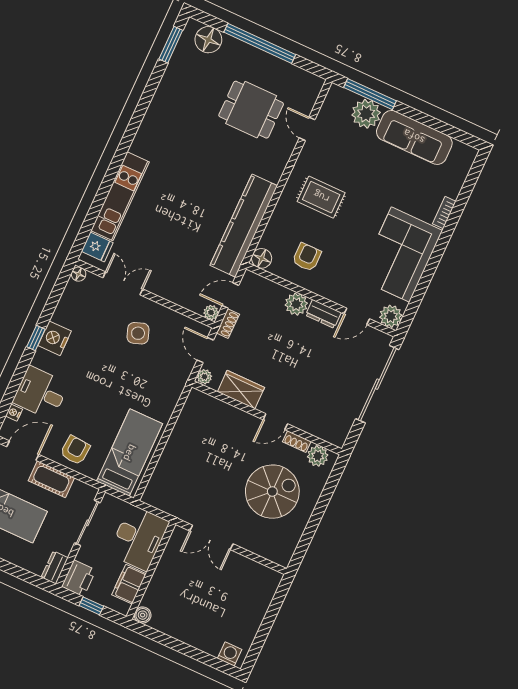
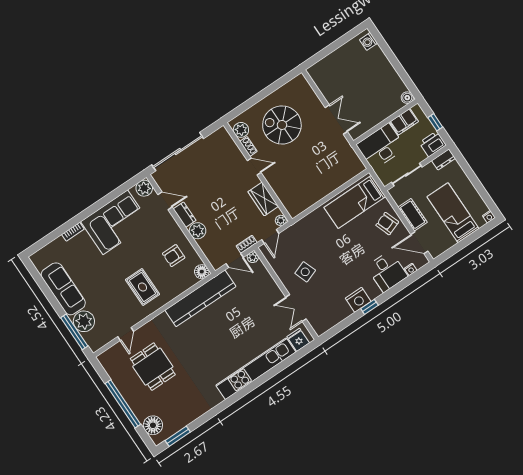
kitchen unit: (120, 196) -> (256, 369), width x1.36
floor lamp: (79, 274) -> (320, 330), removed
armchair: (75, 450) -> (387, 224), turned 66

